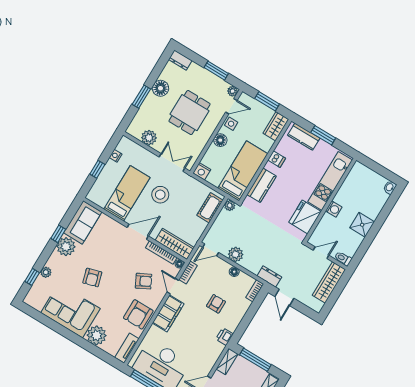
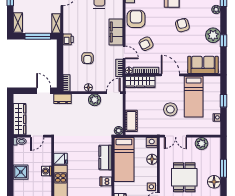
floor lamp: (220, 140) -> (152, 159), moved
fridge: (305, 217) -> (61, 159), width x0.53, depth x0.75
sofa: (83, 222) -> (203, 65), moved, turned 90
door: (138, 232) -> (170, 75), swing flipped

